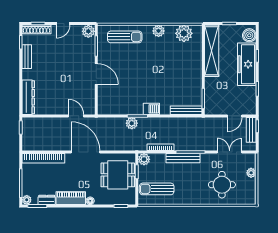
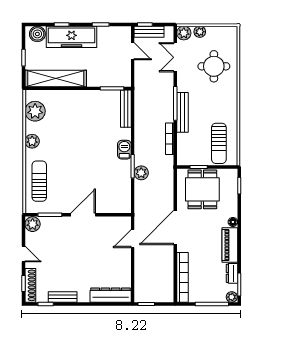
plant: (144, 159) -> (184, 33), moved

